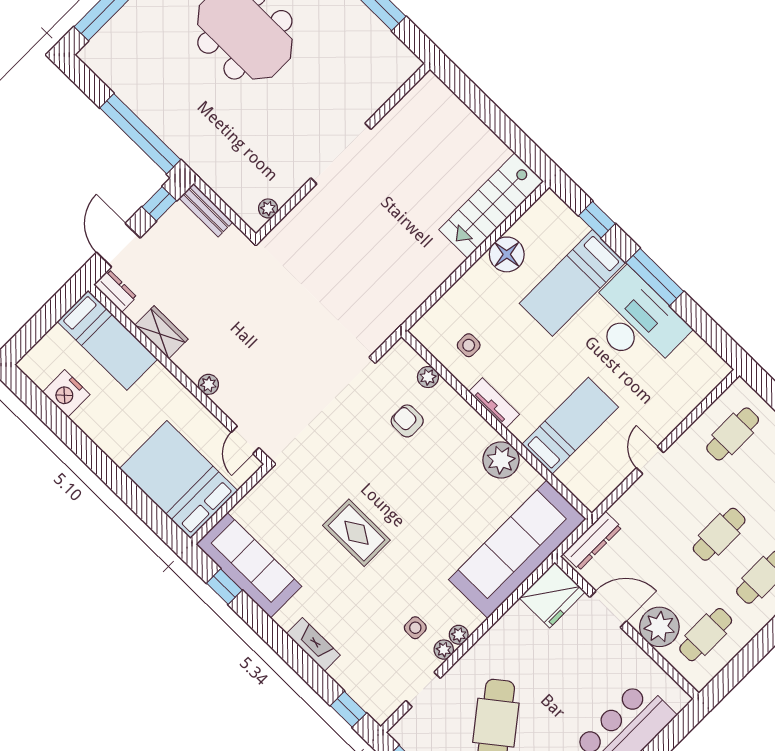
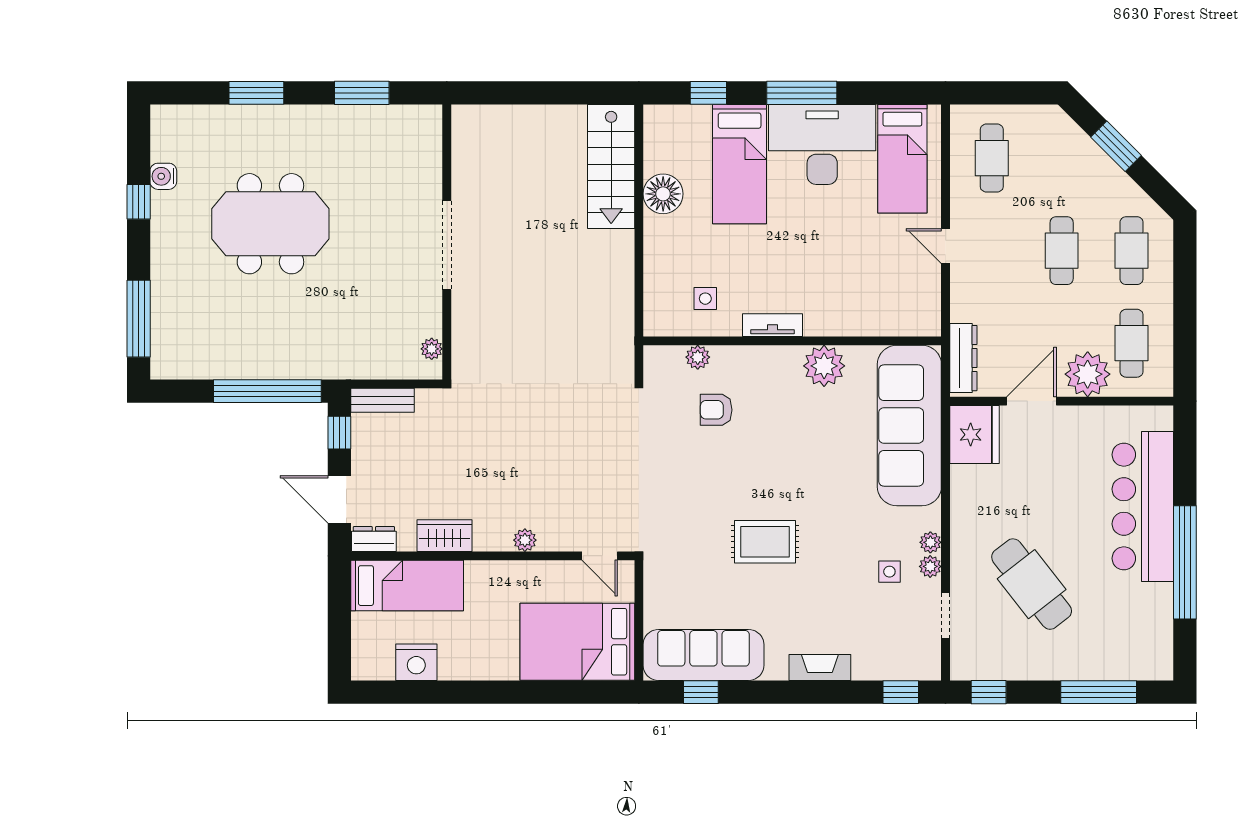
bed: (570, 426) -> (902, 159), moved, turned 180

